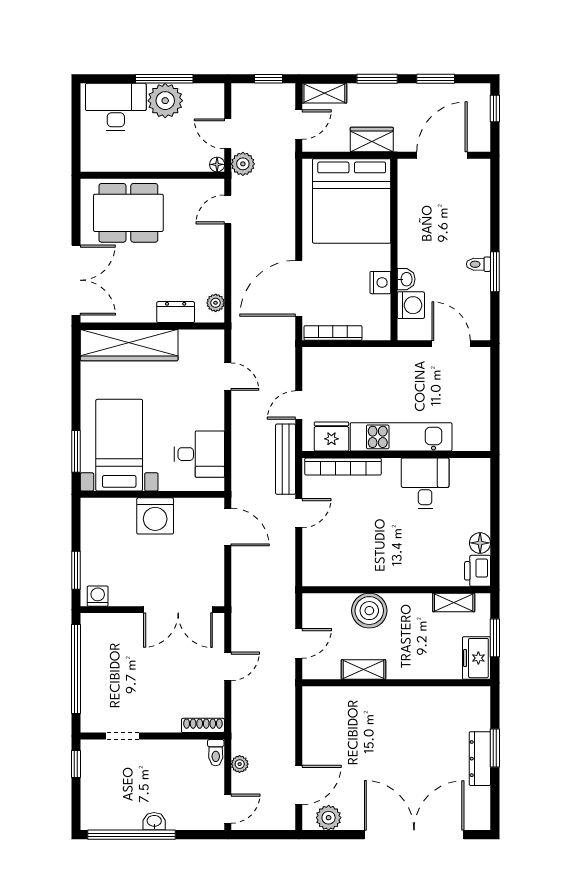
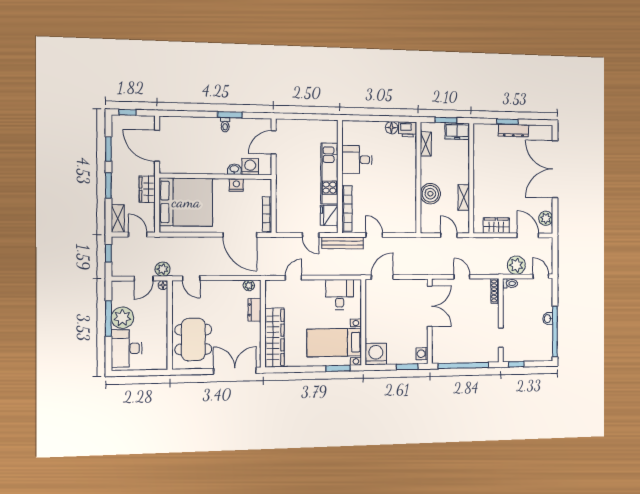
washing machine: (155, 516) -> (376, 354), moved, turned -90
wardrobe: (316, 728) -> (496, 226), added
plant: (240, 764) -> (516, 265), width x1.88, depth x1.88

